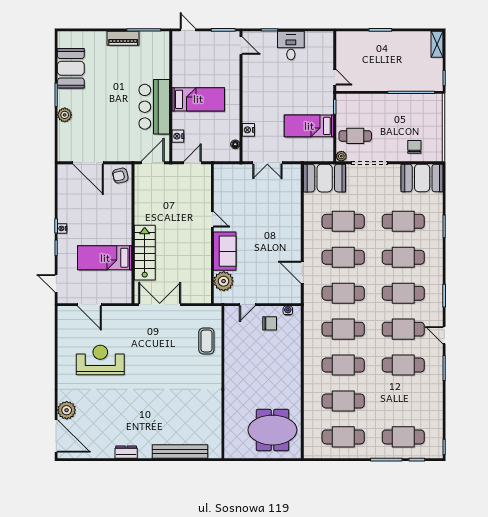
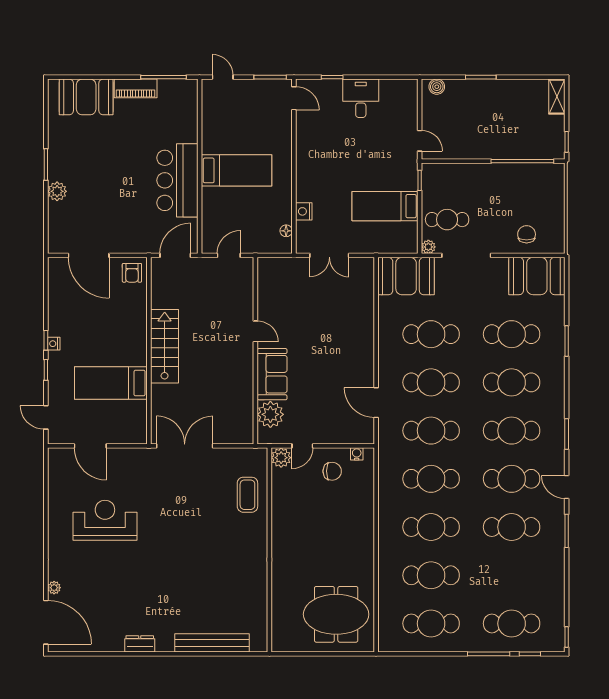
boiler: (347, 37) -> (437, 87), added
booth: (71, 68) -> (86, 97), moved, turned 90
nightstand: (178, 136) -> (209, 220), removed
armchair: (120, 176) -> (132, 273), turned -77
stairs: (145, 253) -> (165, 346), moved
plant: (231, 313) -> (281, 458), added
plant: (67, 410) -> (54, 588), width x0.53, depth x0.53

